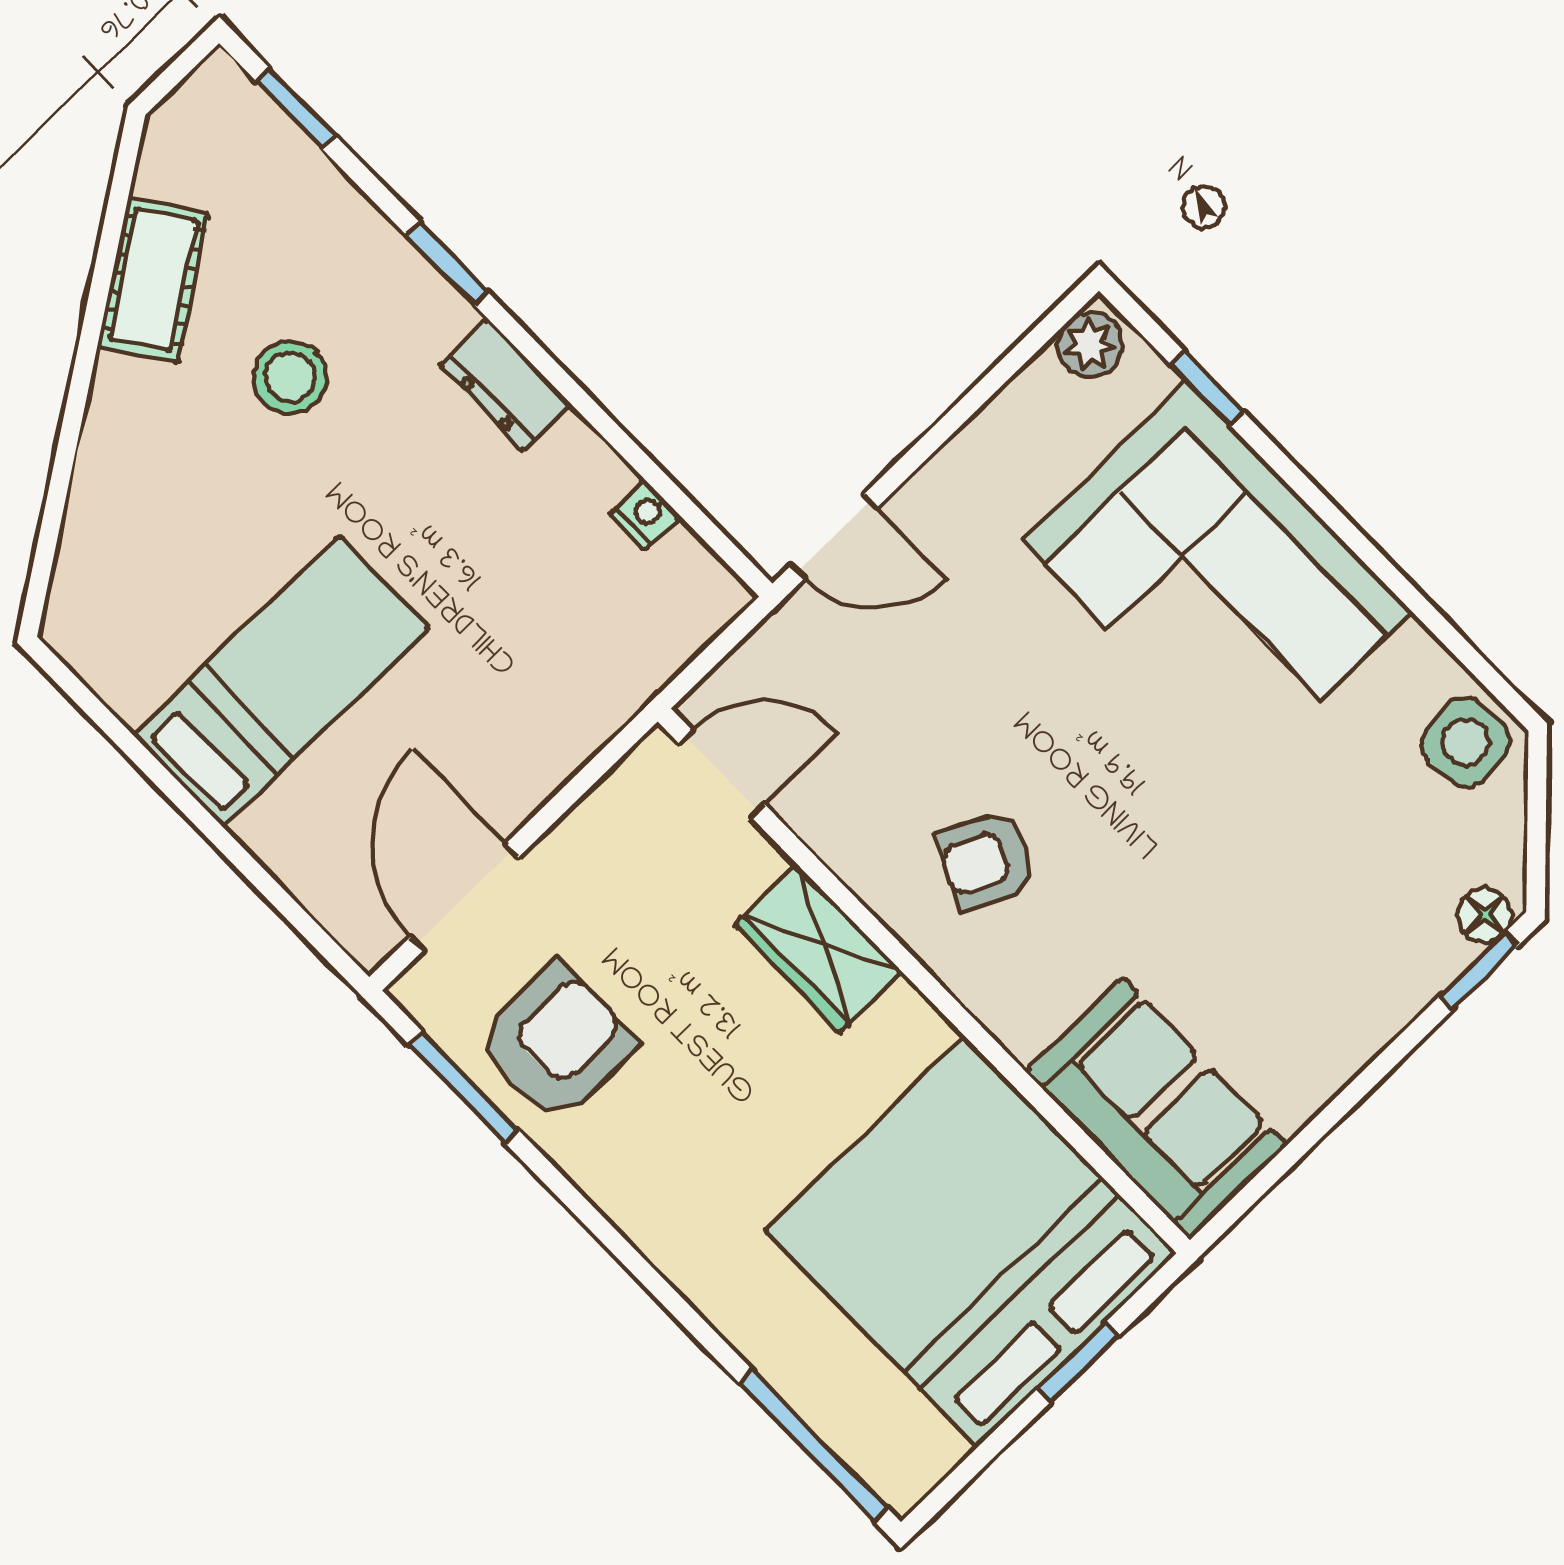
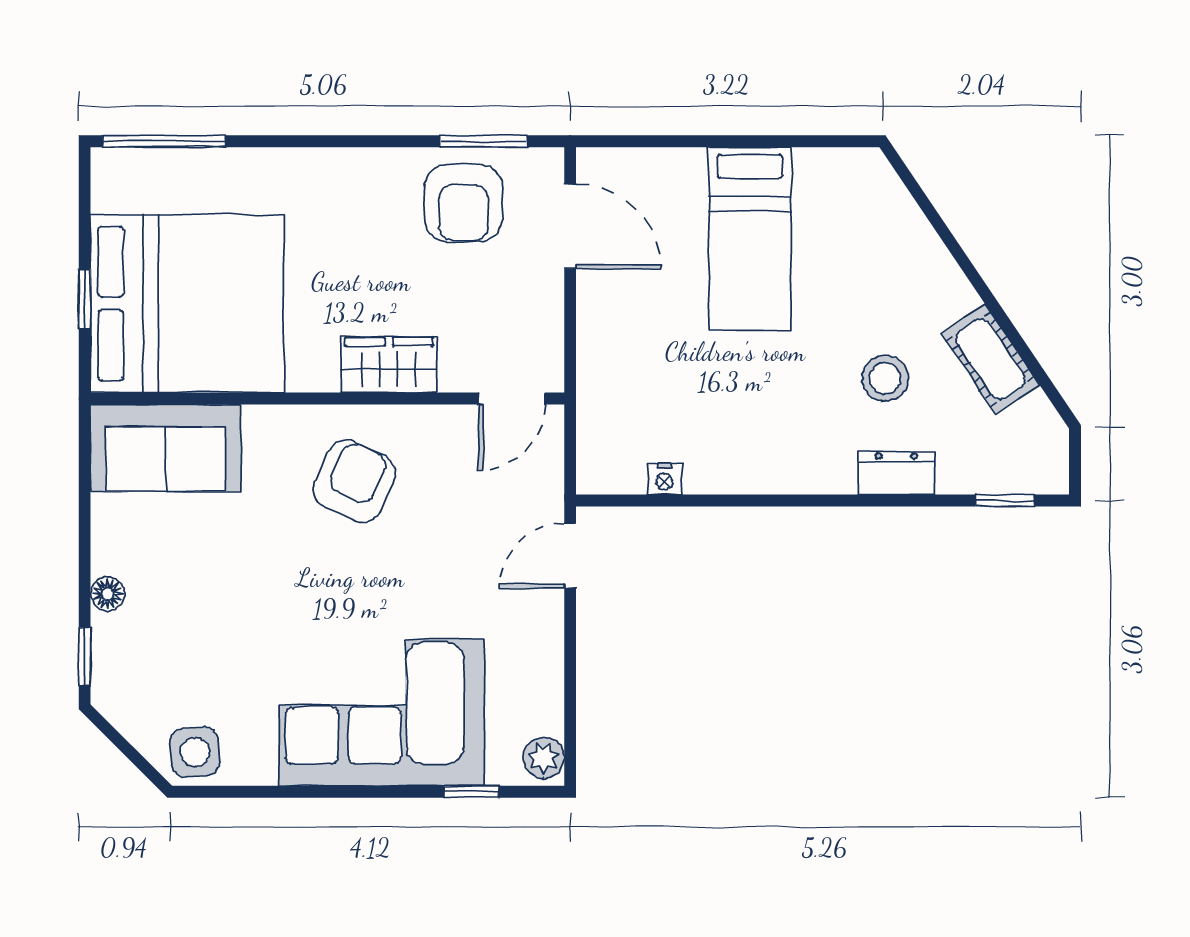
window: (447, 264) -> (867, 500), removed
dresser: (505, 385) -> (896, 473), moved
armchair: (987, 860) -> (354, 481), width x1.38, depth x1.38
floor lamp: (1485, 915) -> (108, 594), moved

